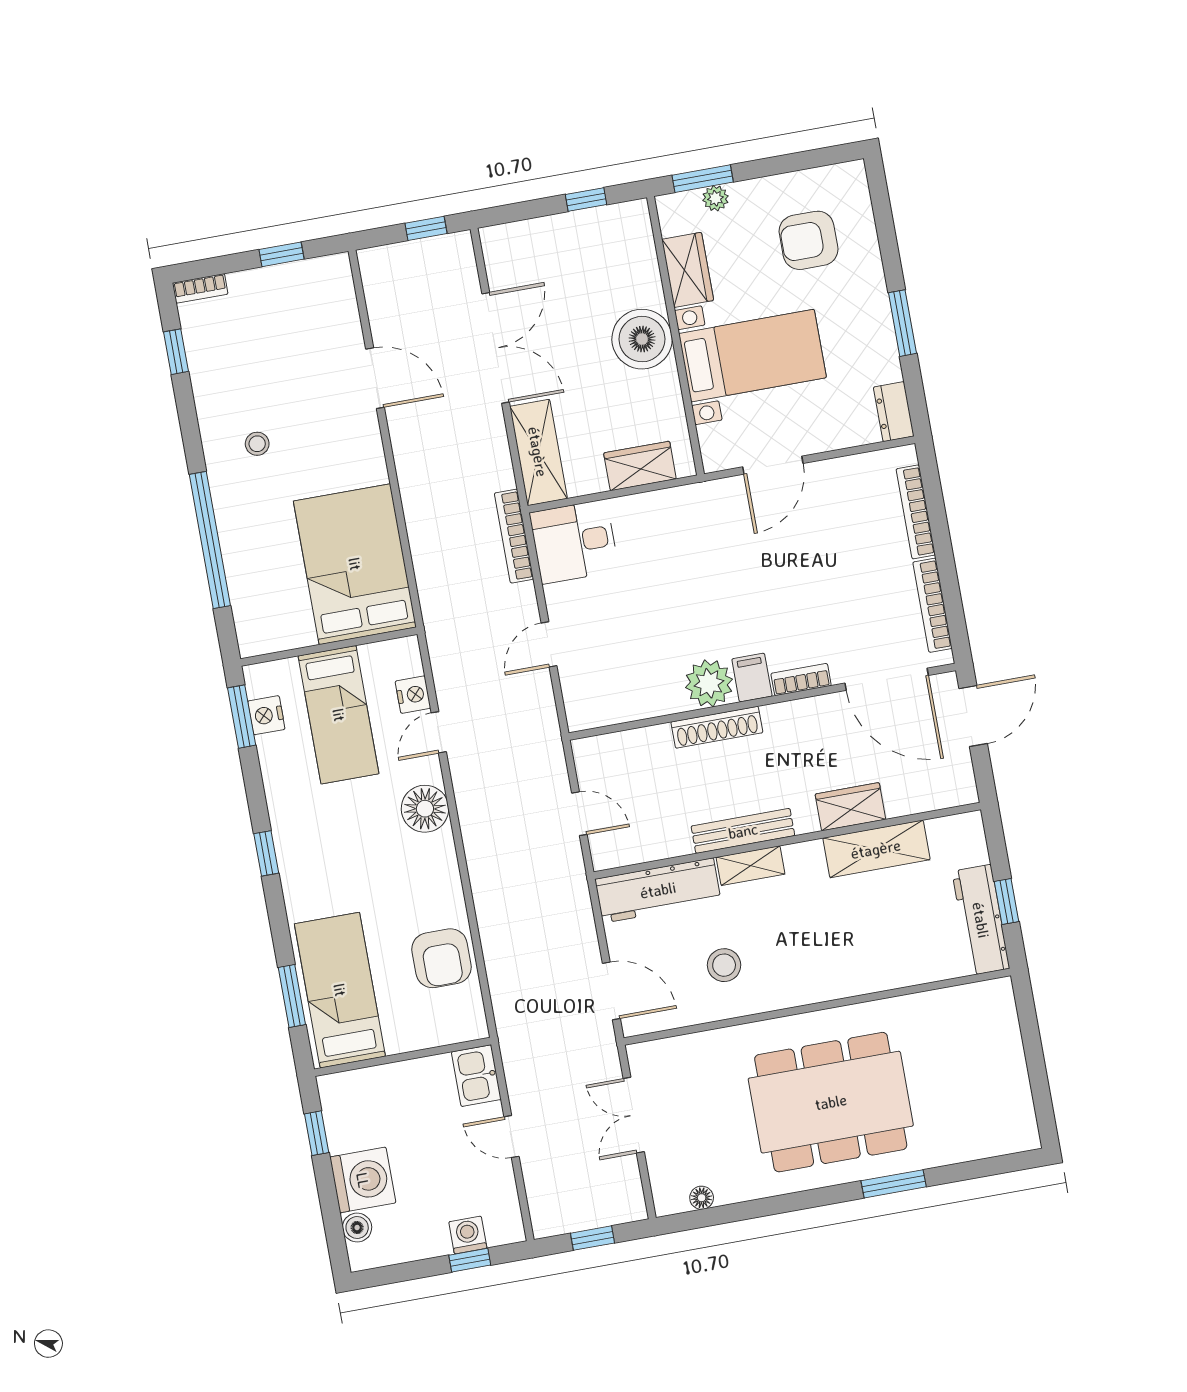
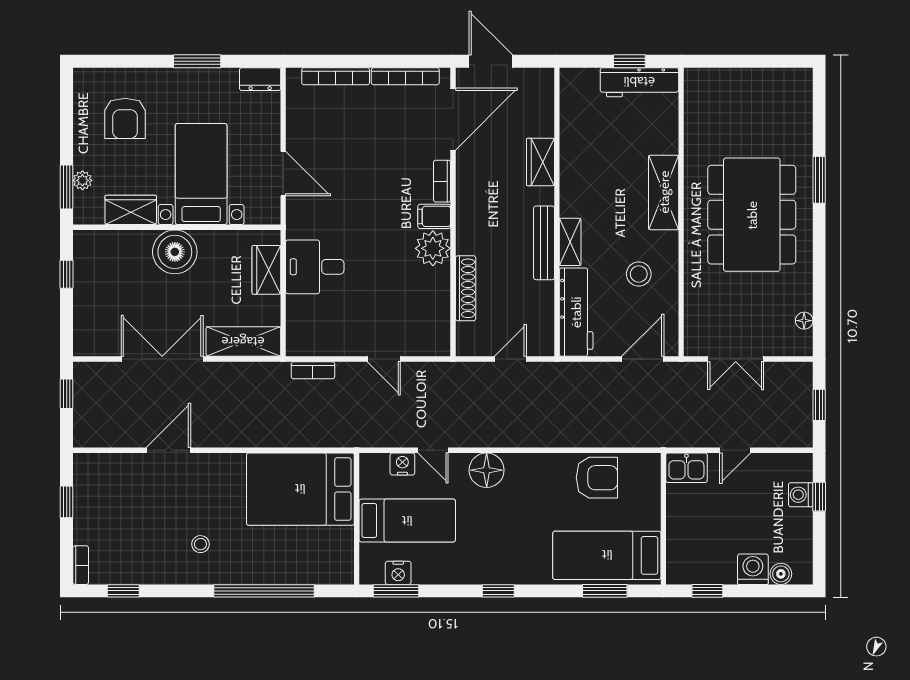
bookcase: (514, 536) -> (313, 370), width x0.64
desk: (574, 542) -> (315, 267), moved, turned 90
shoe rack: (717, 727) -> (466, 288), moved
shelving: (876, 849) -> (664, 192), moved
washing machine: (363, 1180) -> (753, 569), width x0.73, depth x0.73

